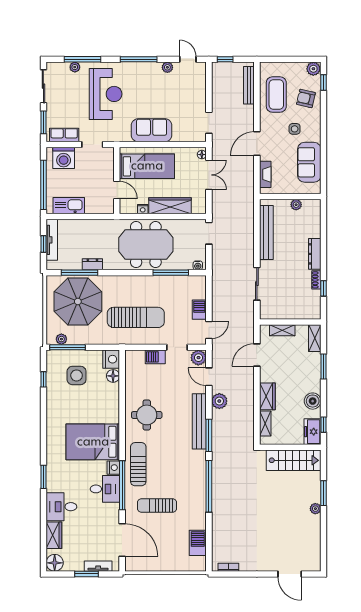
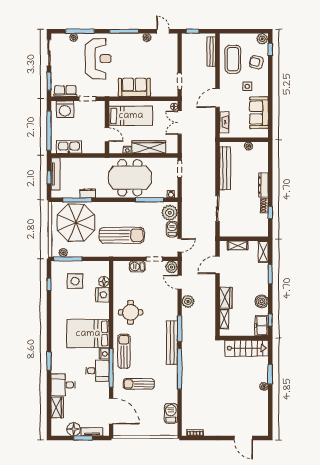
double door: (209, 175) -> (180, 123), swing flipped
plant: (196, 289) -> (170, 213), added
nightstand: (111, 359) -> (102, 295), moved
bench: (199, 421) -> (172, 343), moved
floor lamp: (55, 563) -> (74, 429), moved

